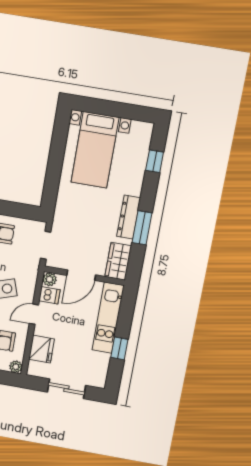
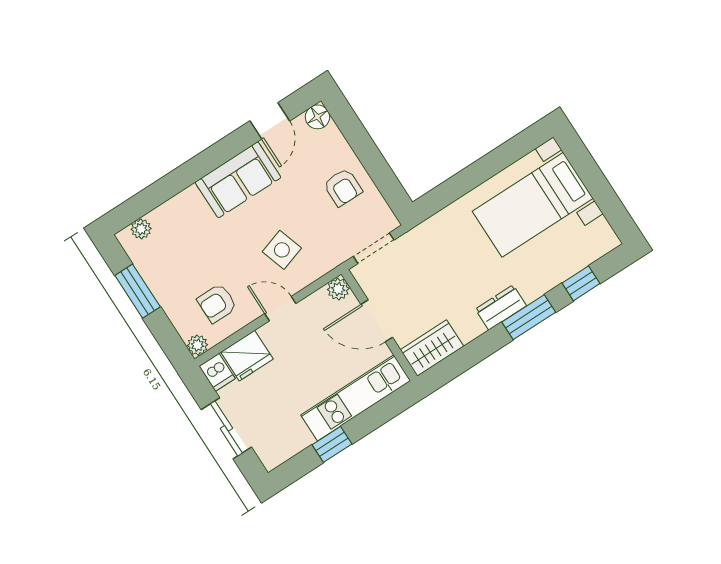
dresser: (129, 217) -> (501, 307), width x0.70
window: (142, 228) -> (529, 317), moved
dishwasher: (49, 295) -> (217, 372), moved

